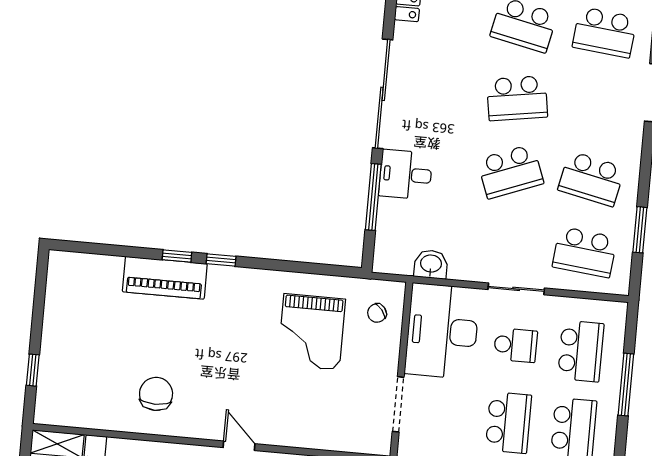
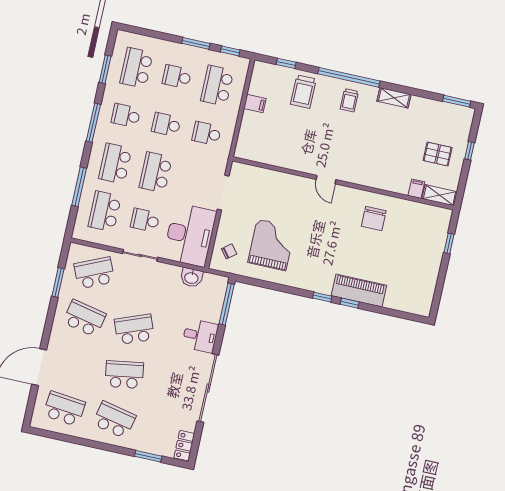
window: (373, 197) -> (227, 304), moved
school desk: (585, 252) -> (94, 273), turned -30

